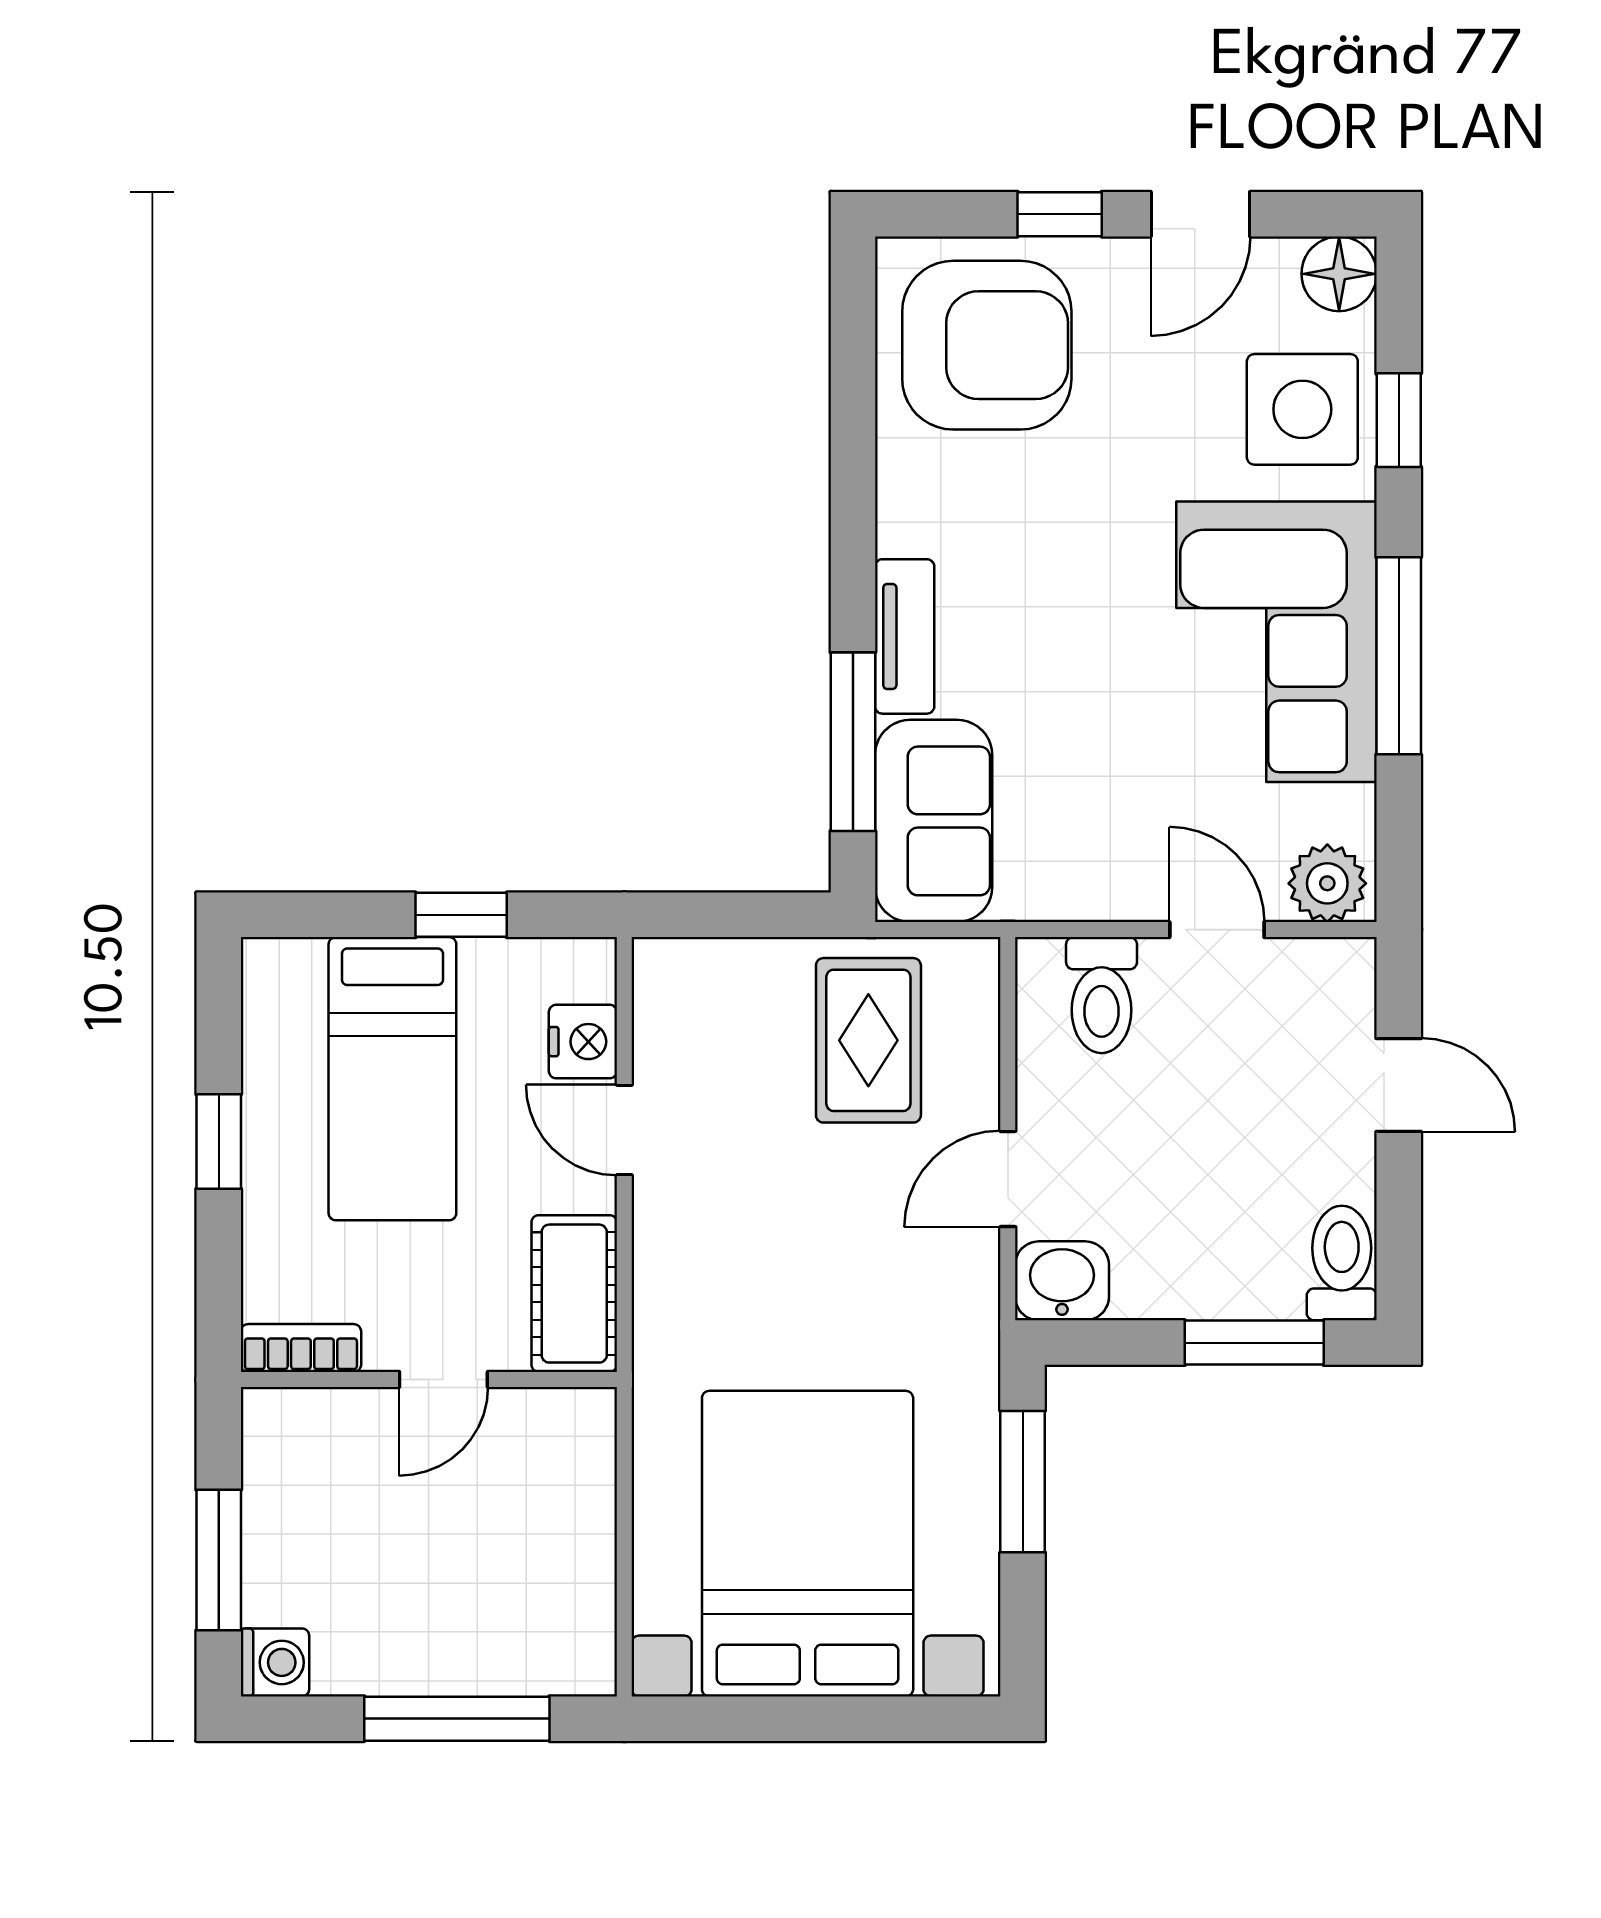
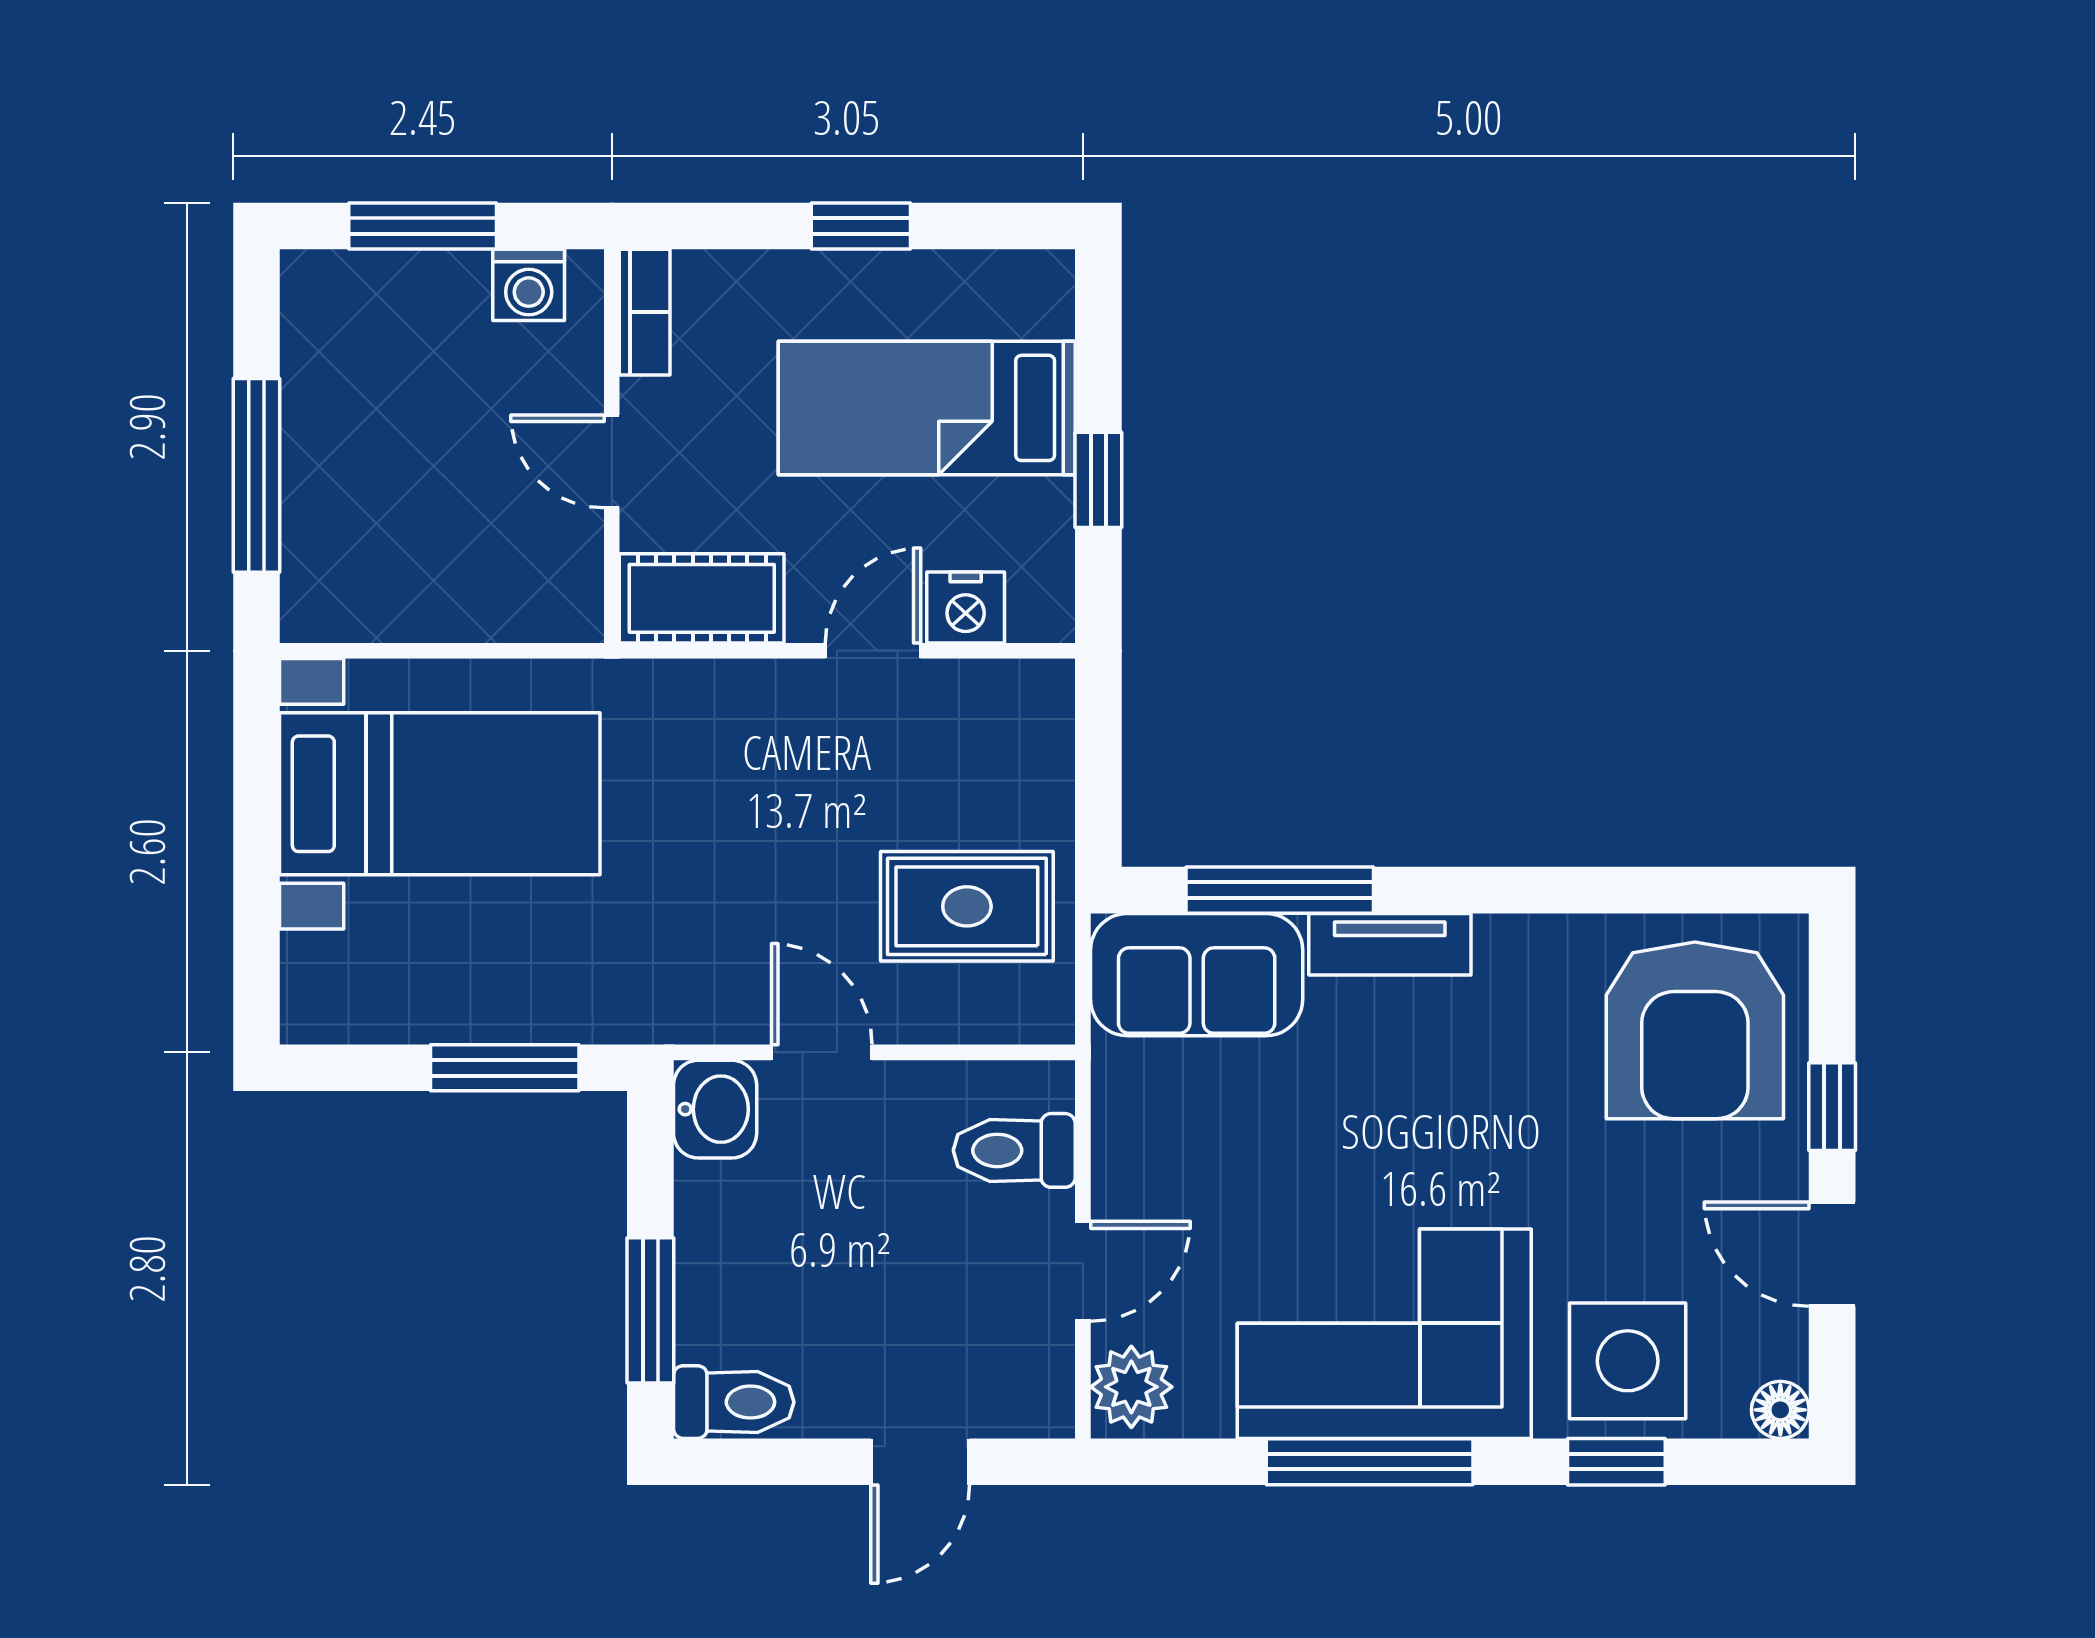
floor lamp: (1339, 274) -> (1780, 1410), width x0.73, depth x0.73
bed with nightstands: (808, 1544) -> (440, 794), width x0.73
washing machine: (275, 1662) -> (529, 285), moved

